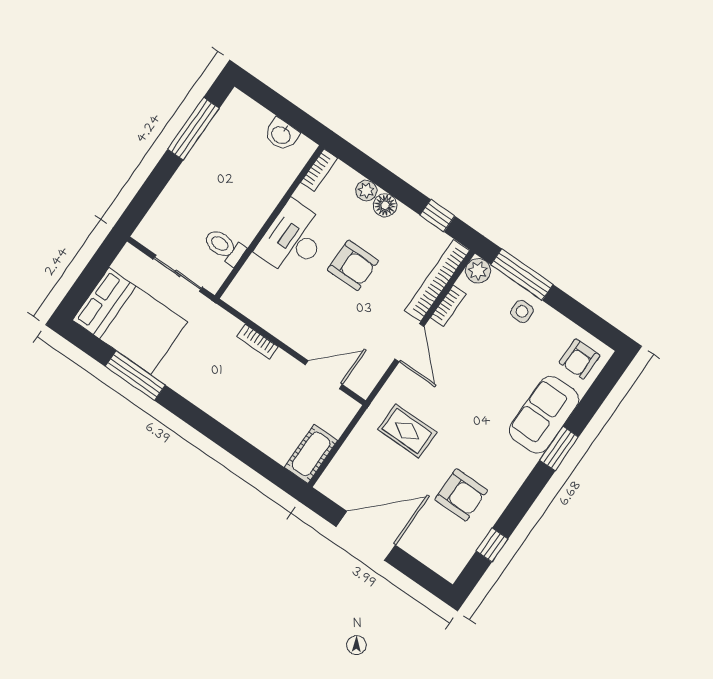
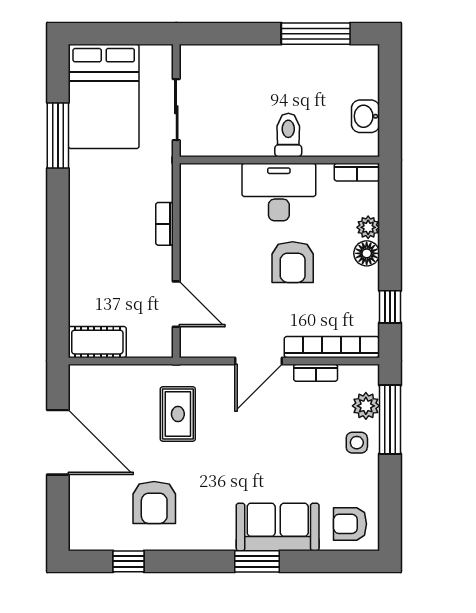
toilet: (224, 247) -> (288, 135), moved
plant: (478, 271) -> (366, 406), moved

